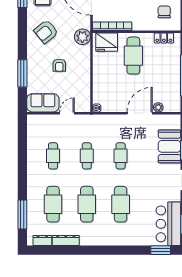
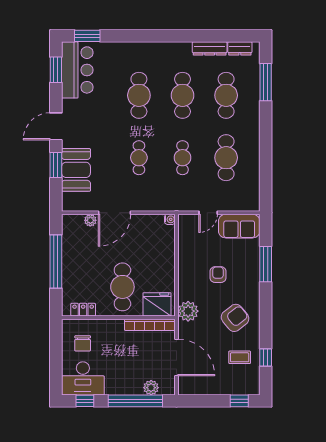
cafe table: (53, 156) -> (226, 158), width x1.37, depth x1.35

